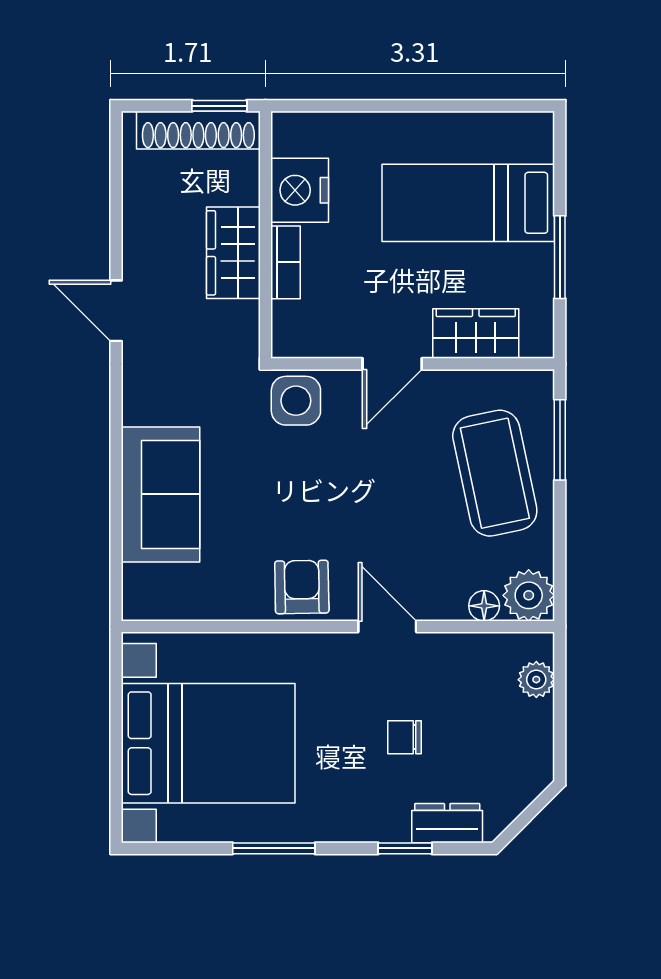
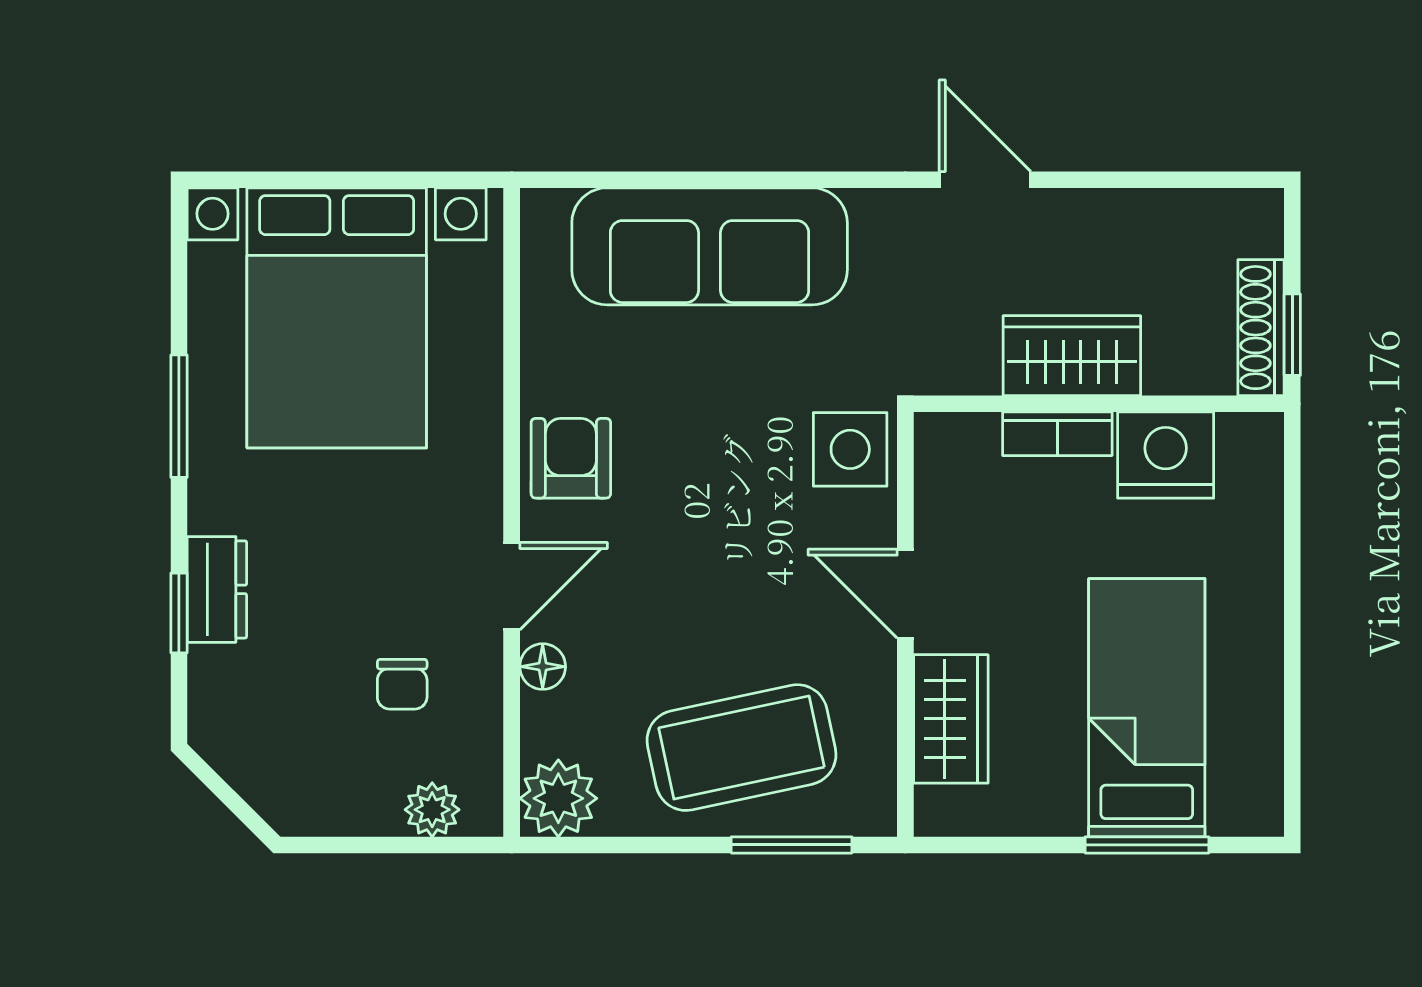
shoe rack: (198, 130) -> (1261, 328), width x0.74, depth x0.81
window: (560, 257) -> (1147, 845), moved
door: (116, 311) -> (985, 180), hinge flipped
sofa: (160, 494) -> (710, 246), width x1.36
armchair: (302, 587) -> (571, 458), turned -89
floor lamp: (484, 606) -> (543, 667), moved
chair: (405, 737) -> (402, 684), moved, turned 180
dresser: (447, 823) -> (217, 589), moved

